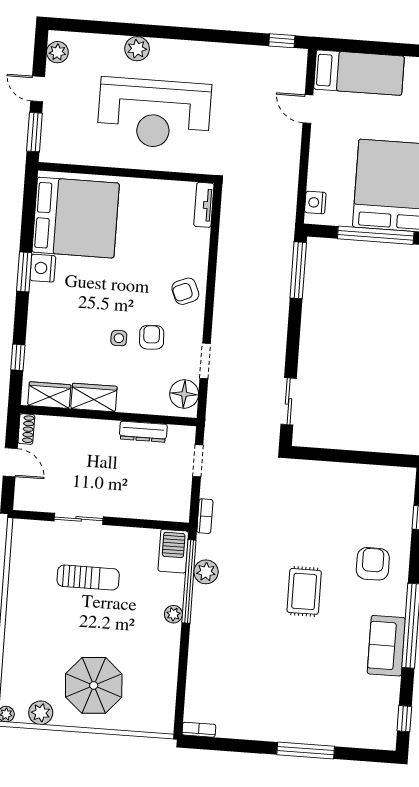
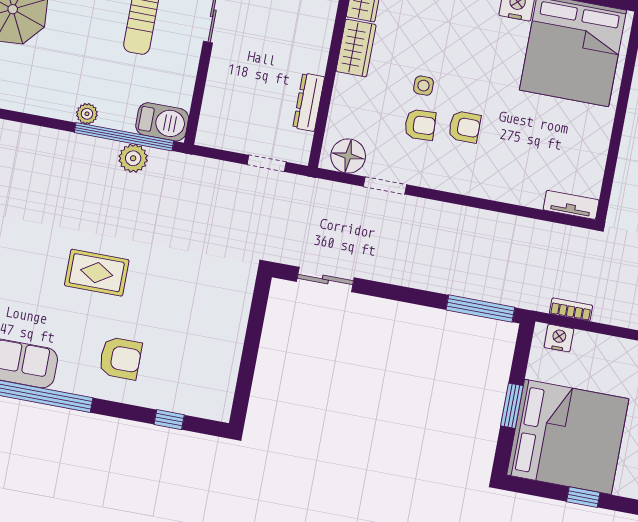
window: (376, 235) -> (512, 406), width x0.47
armchair: (185, 291) -> (465, 127), moved, turned 113
bookcase: (205, 516) -> (571, 309), moved, turned 180

